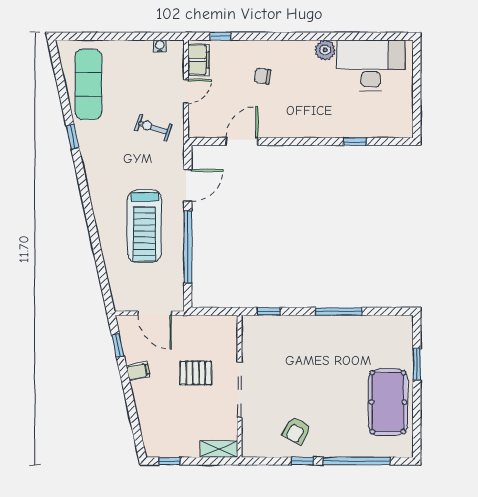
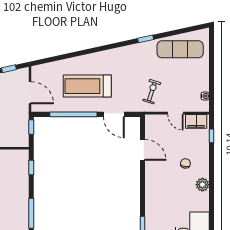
plant: (325, 50) -> (202, 185), moved
window: (207, 311) -> (31, 127), added
door: (155, 313) -> (30, 93), swing flipped

